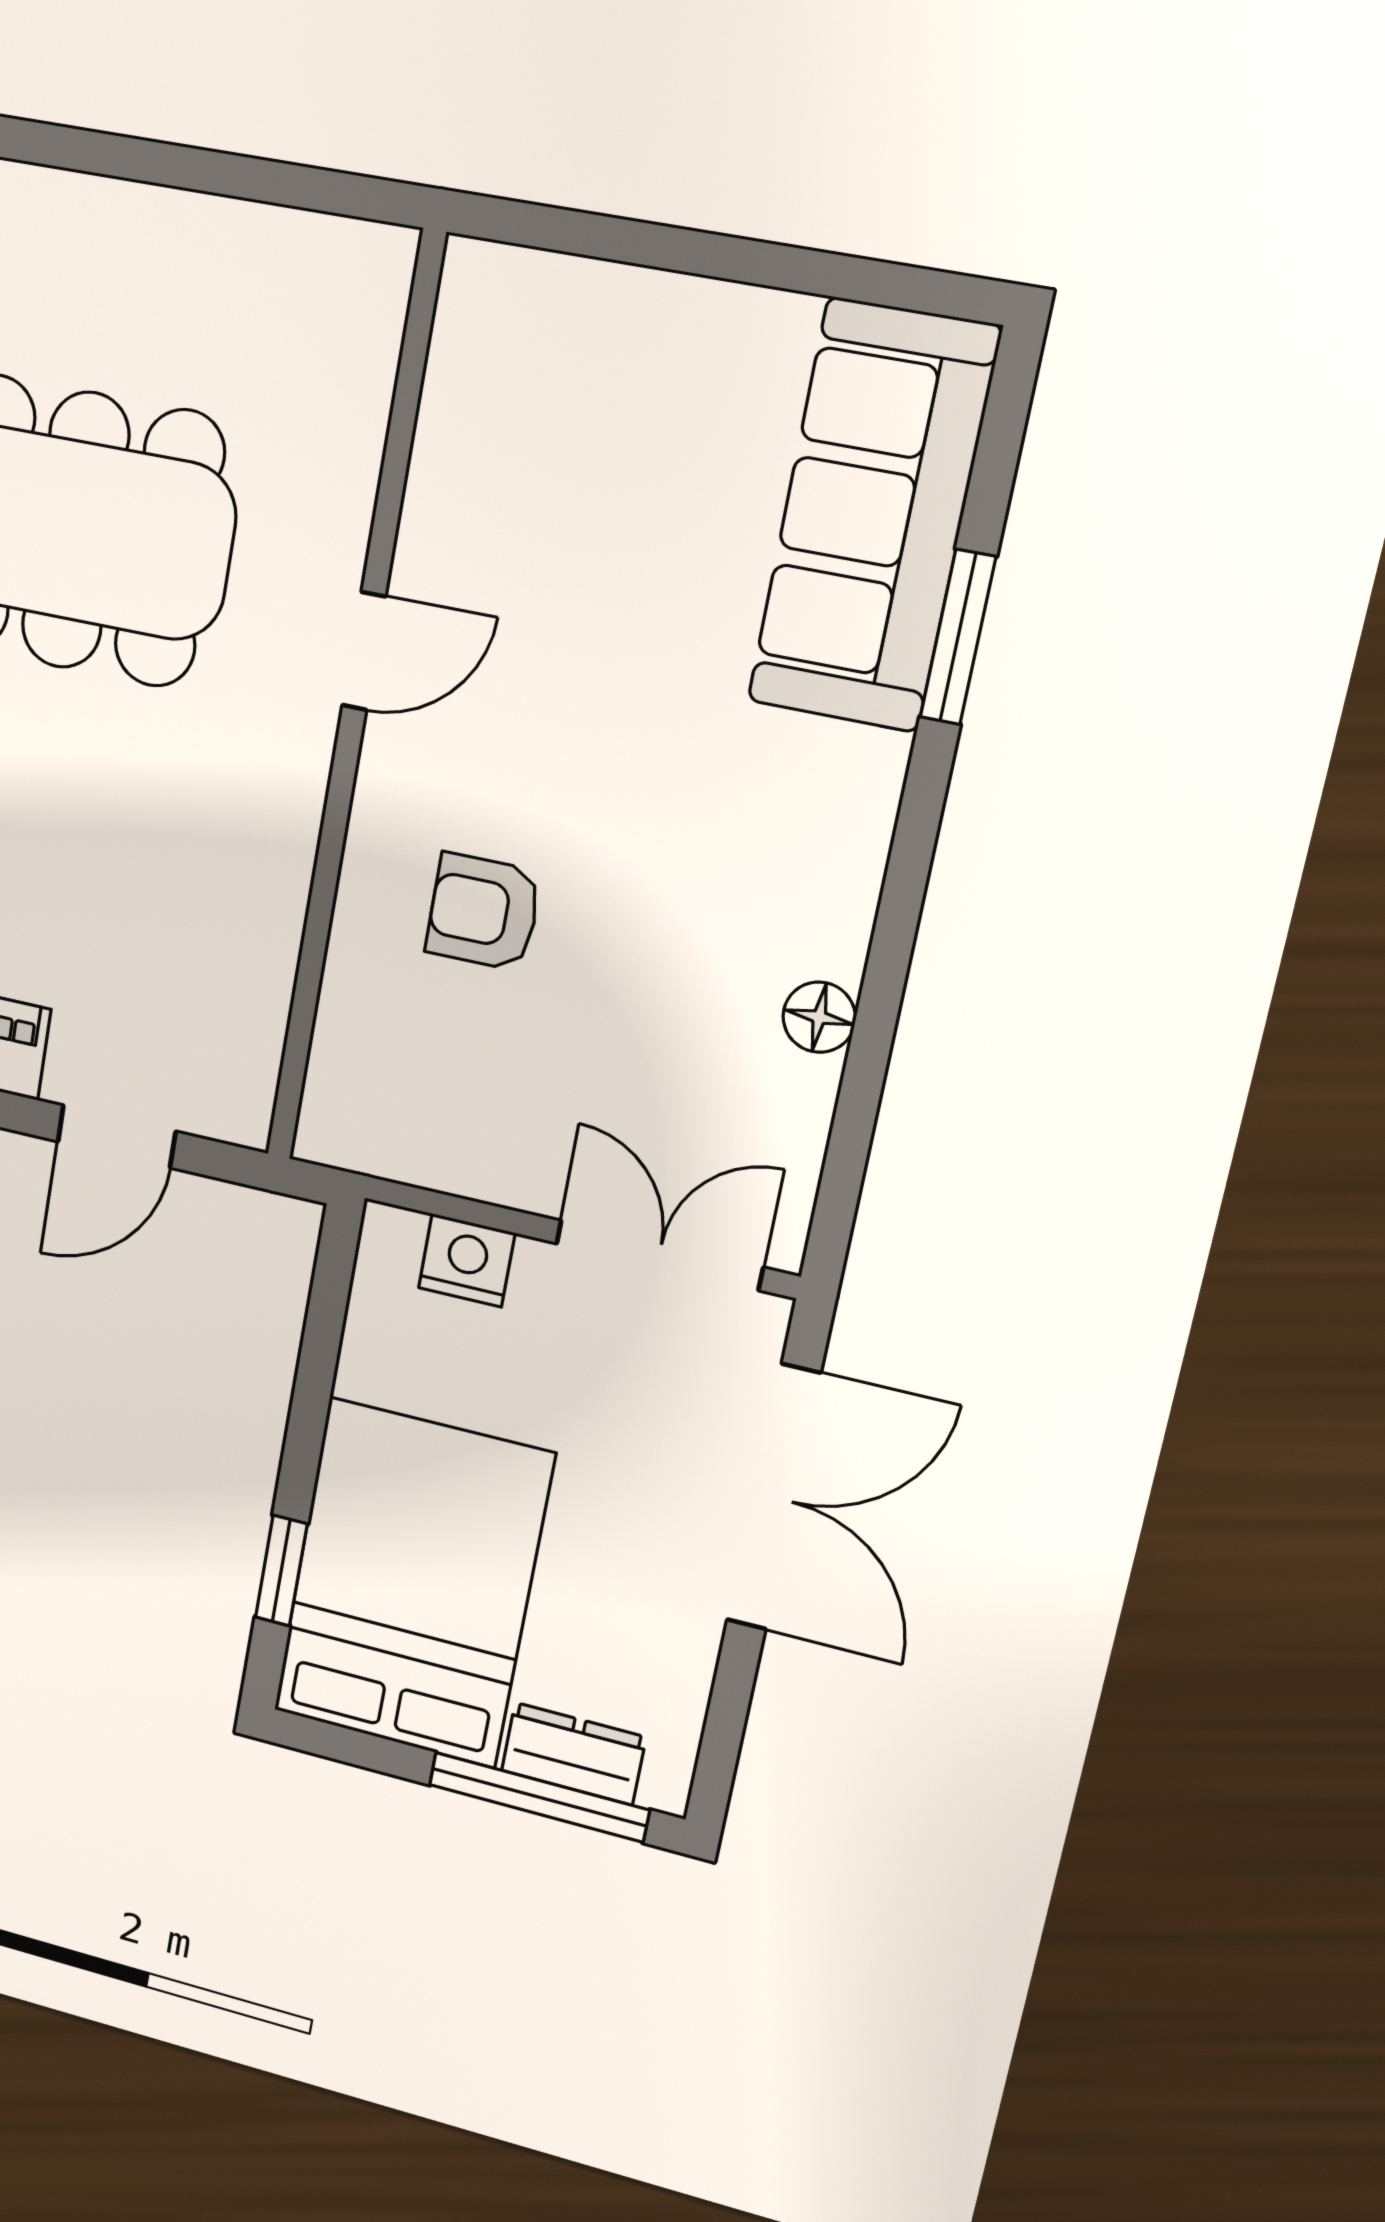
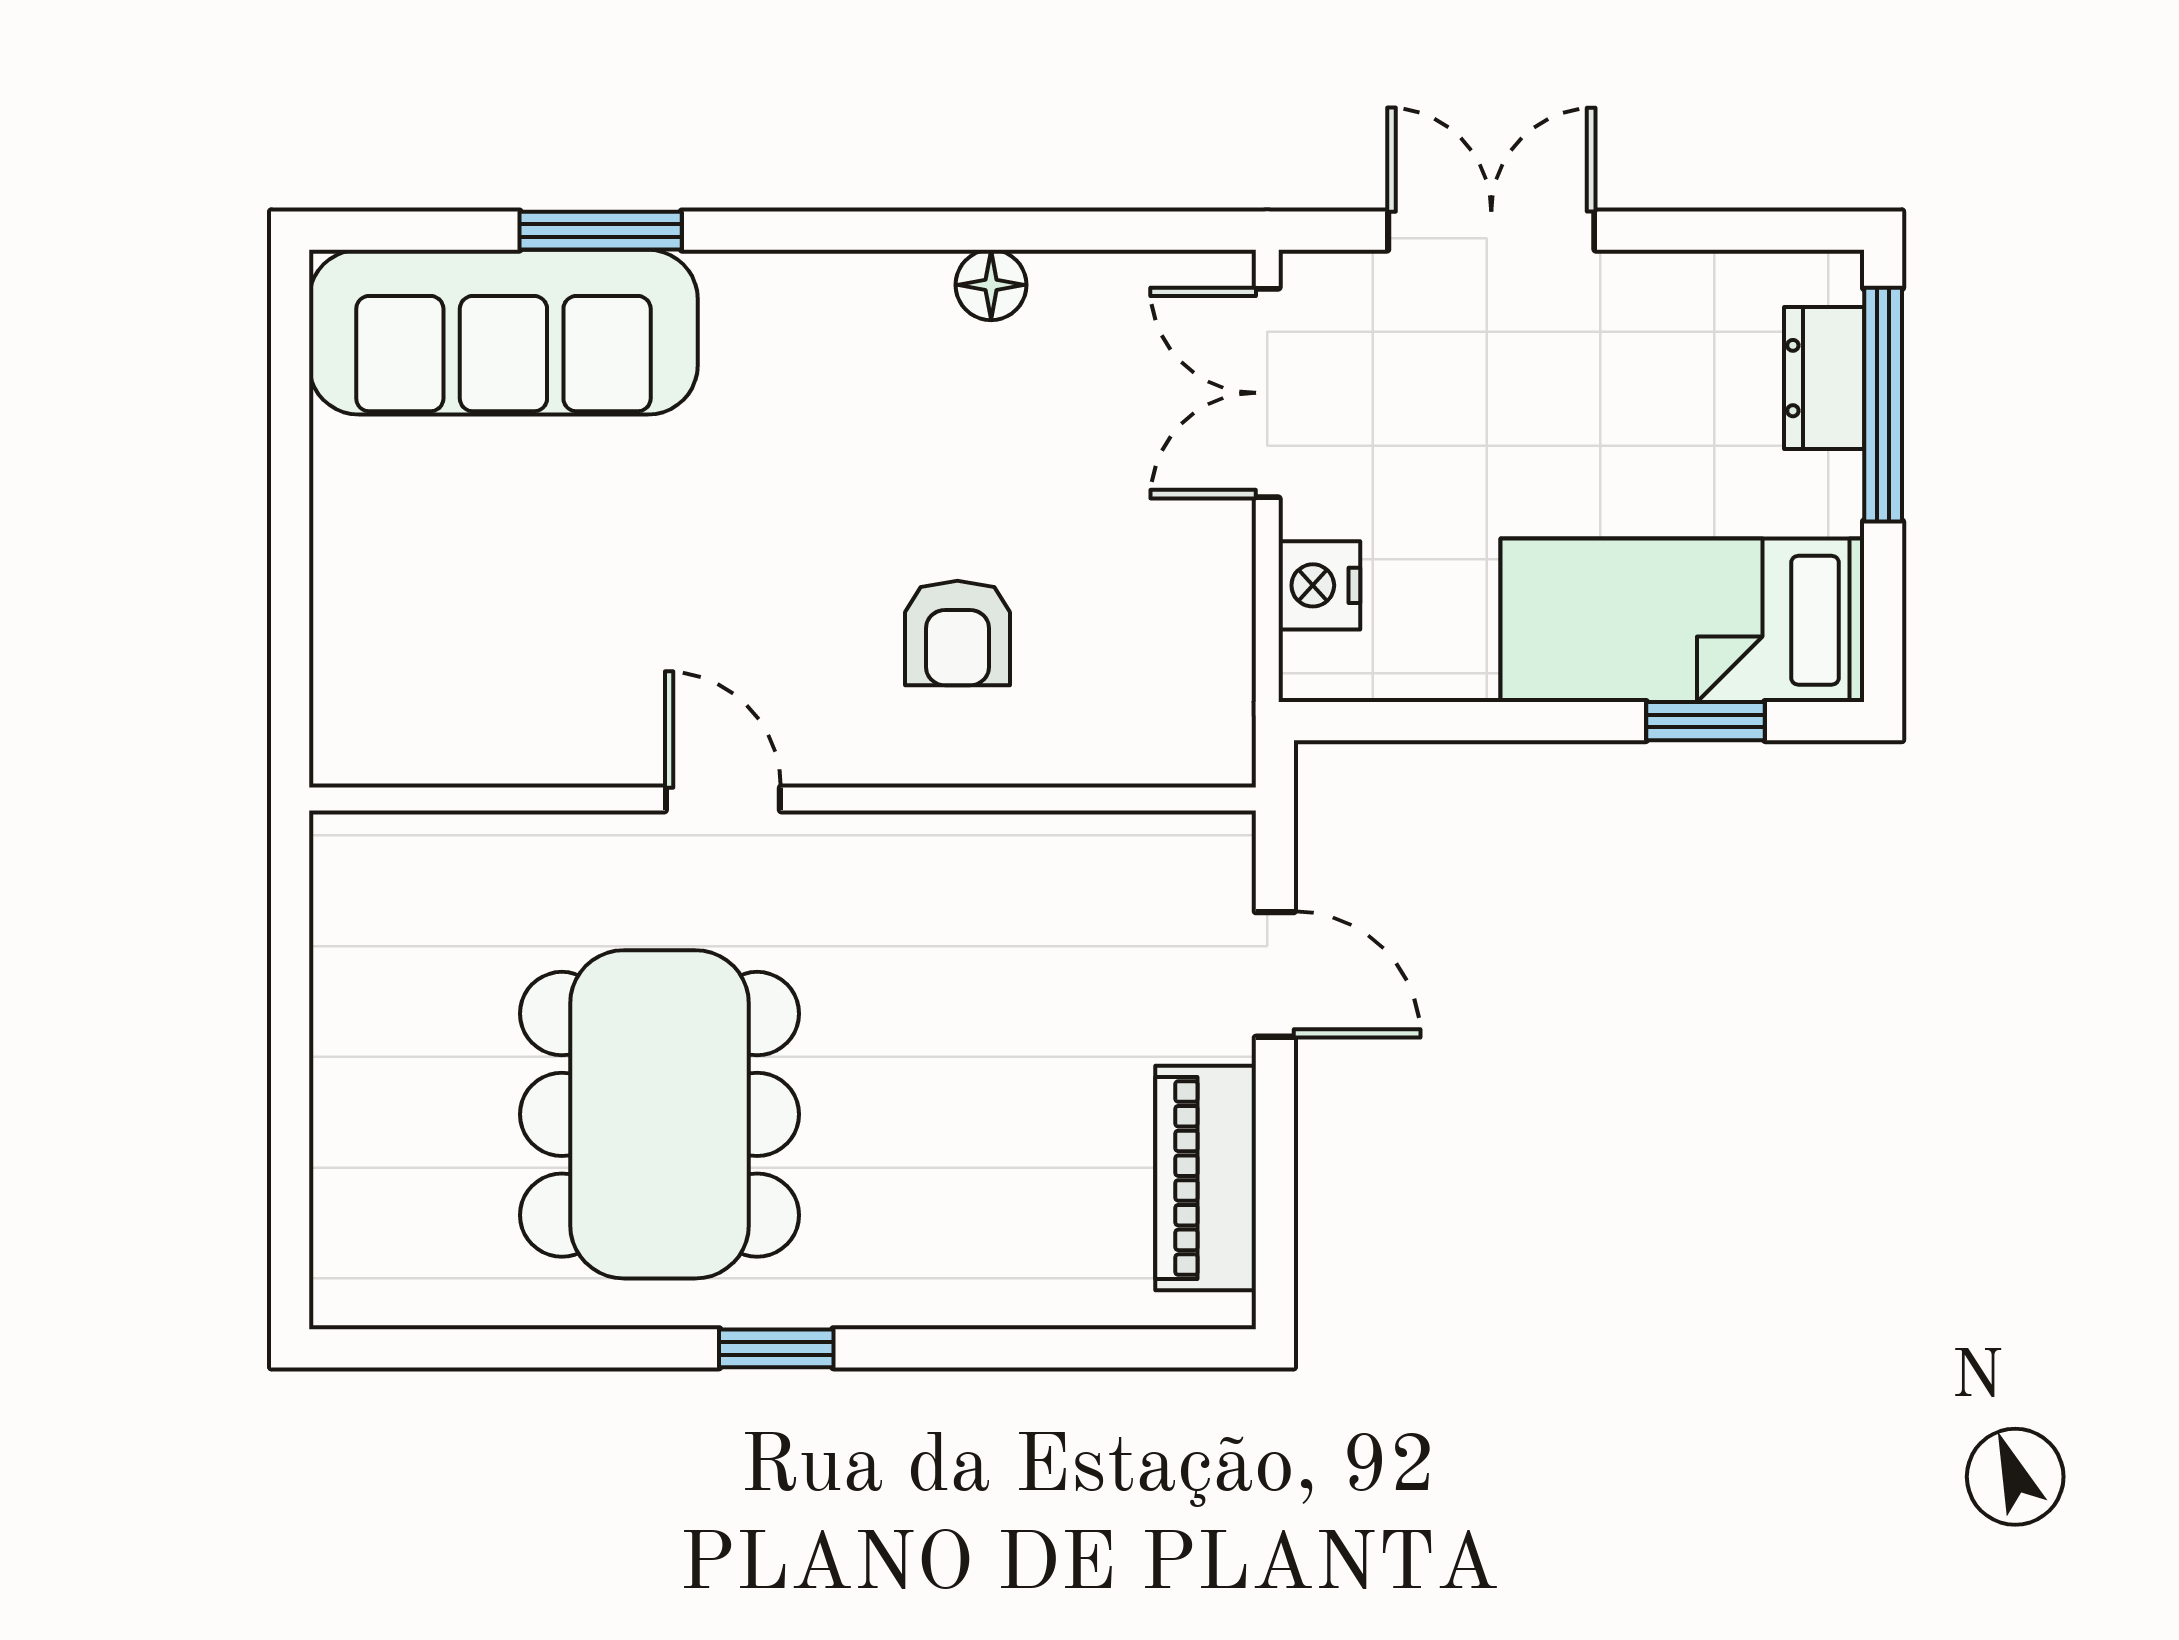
double door: (773, 1498) -> (1491, 231), width x0.73
bed: (413, 1584) -> (1682, 620), width x0.67

